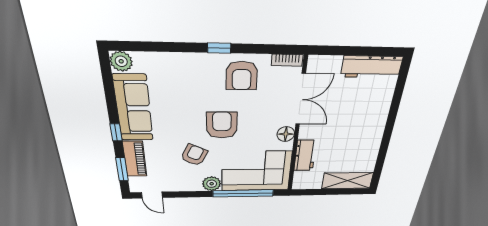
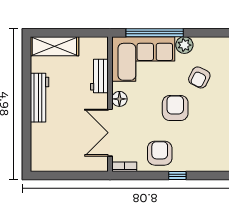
workbench: (372, 67) -> (39, 98), moved, turned 90
armchair: (222, 125) -> (175, 108), turned 180

